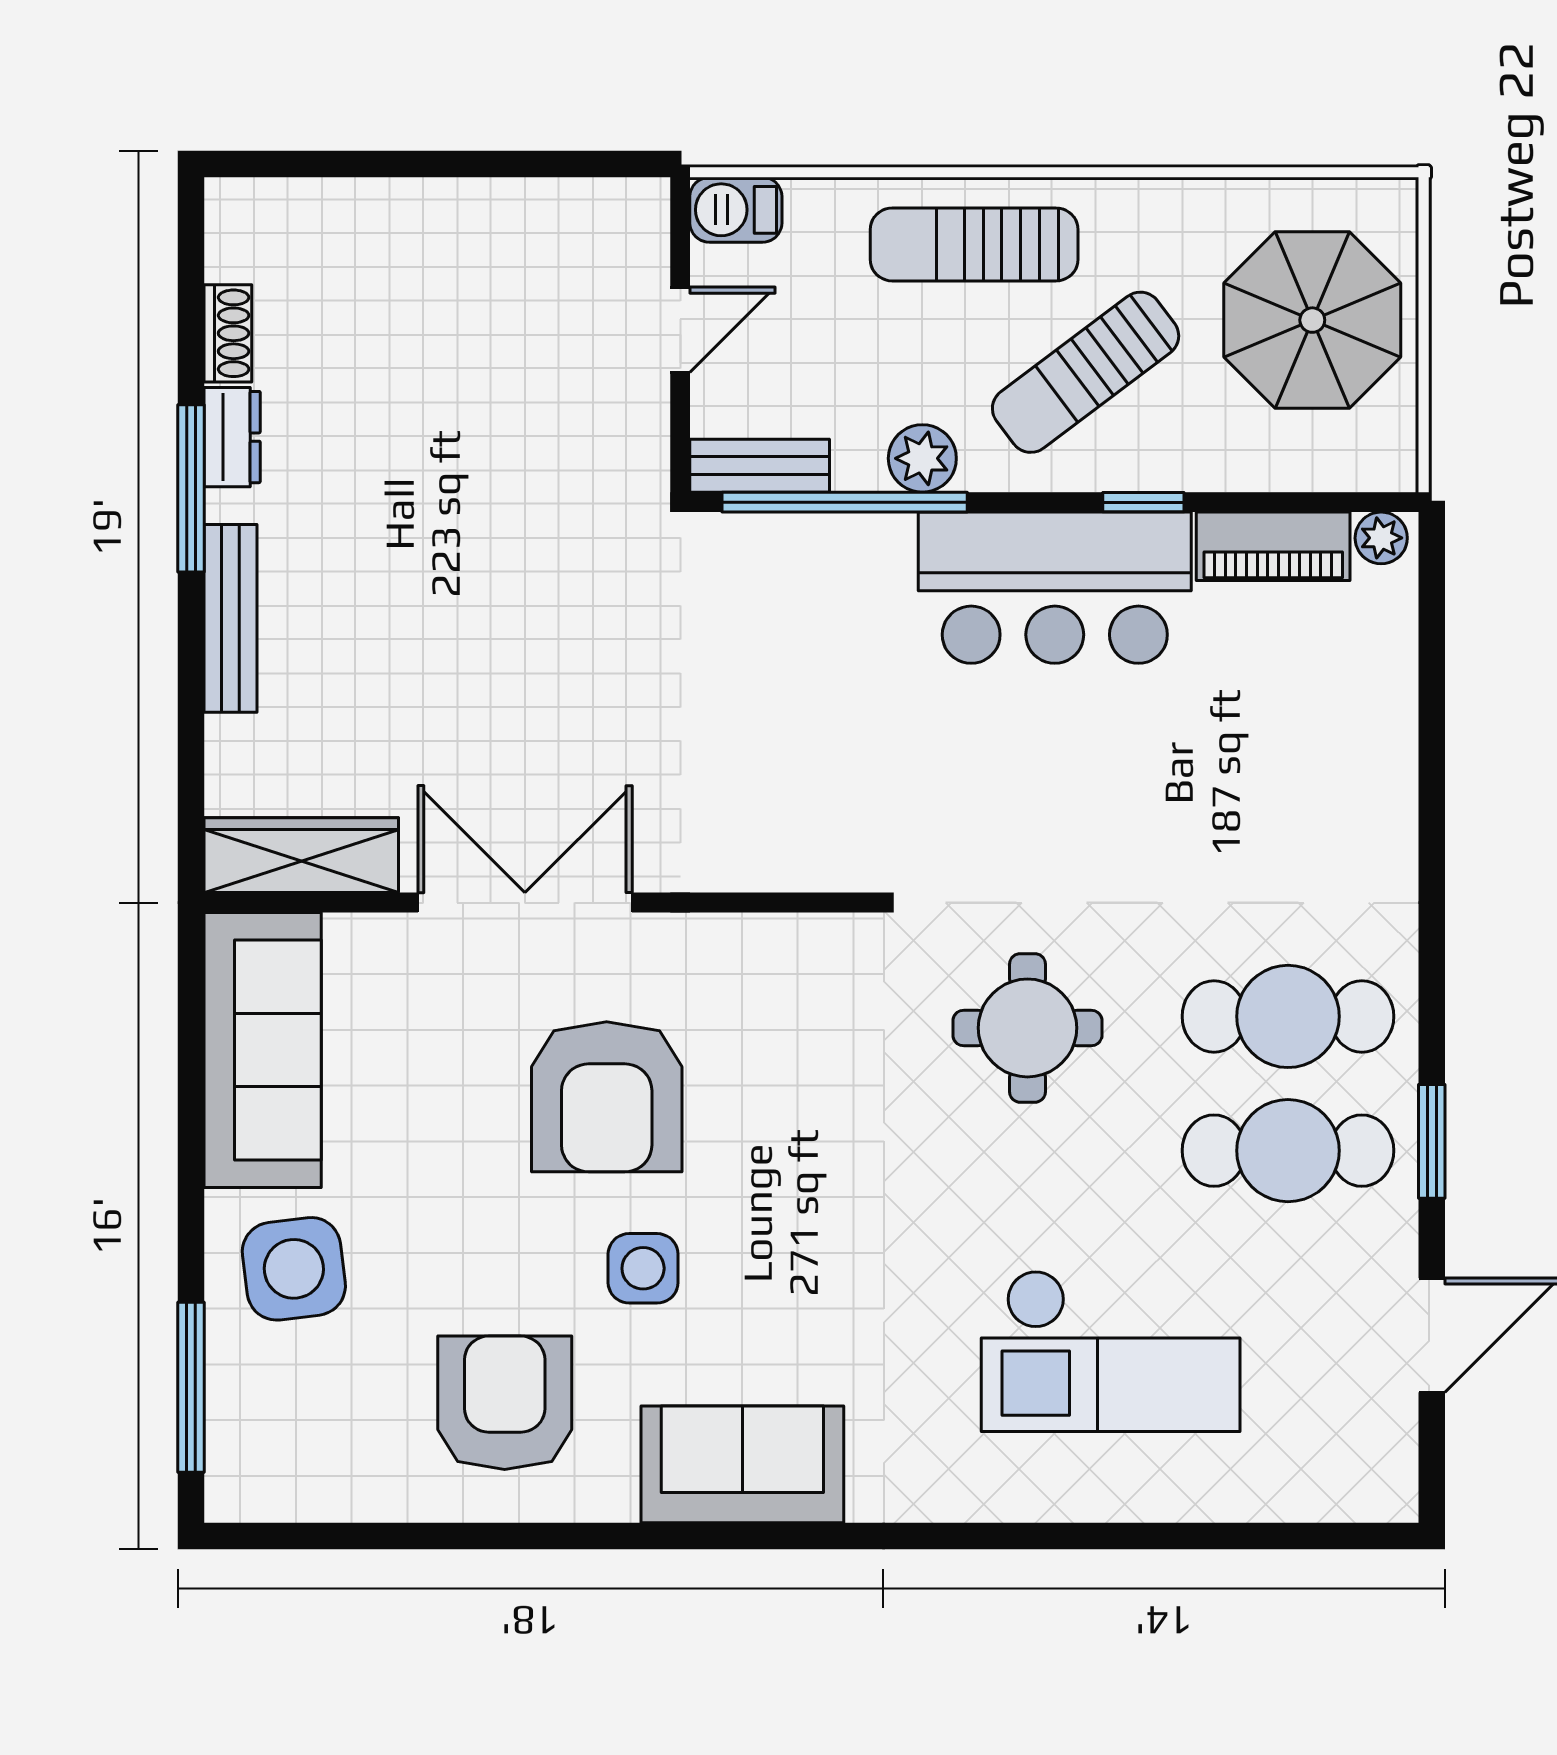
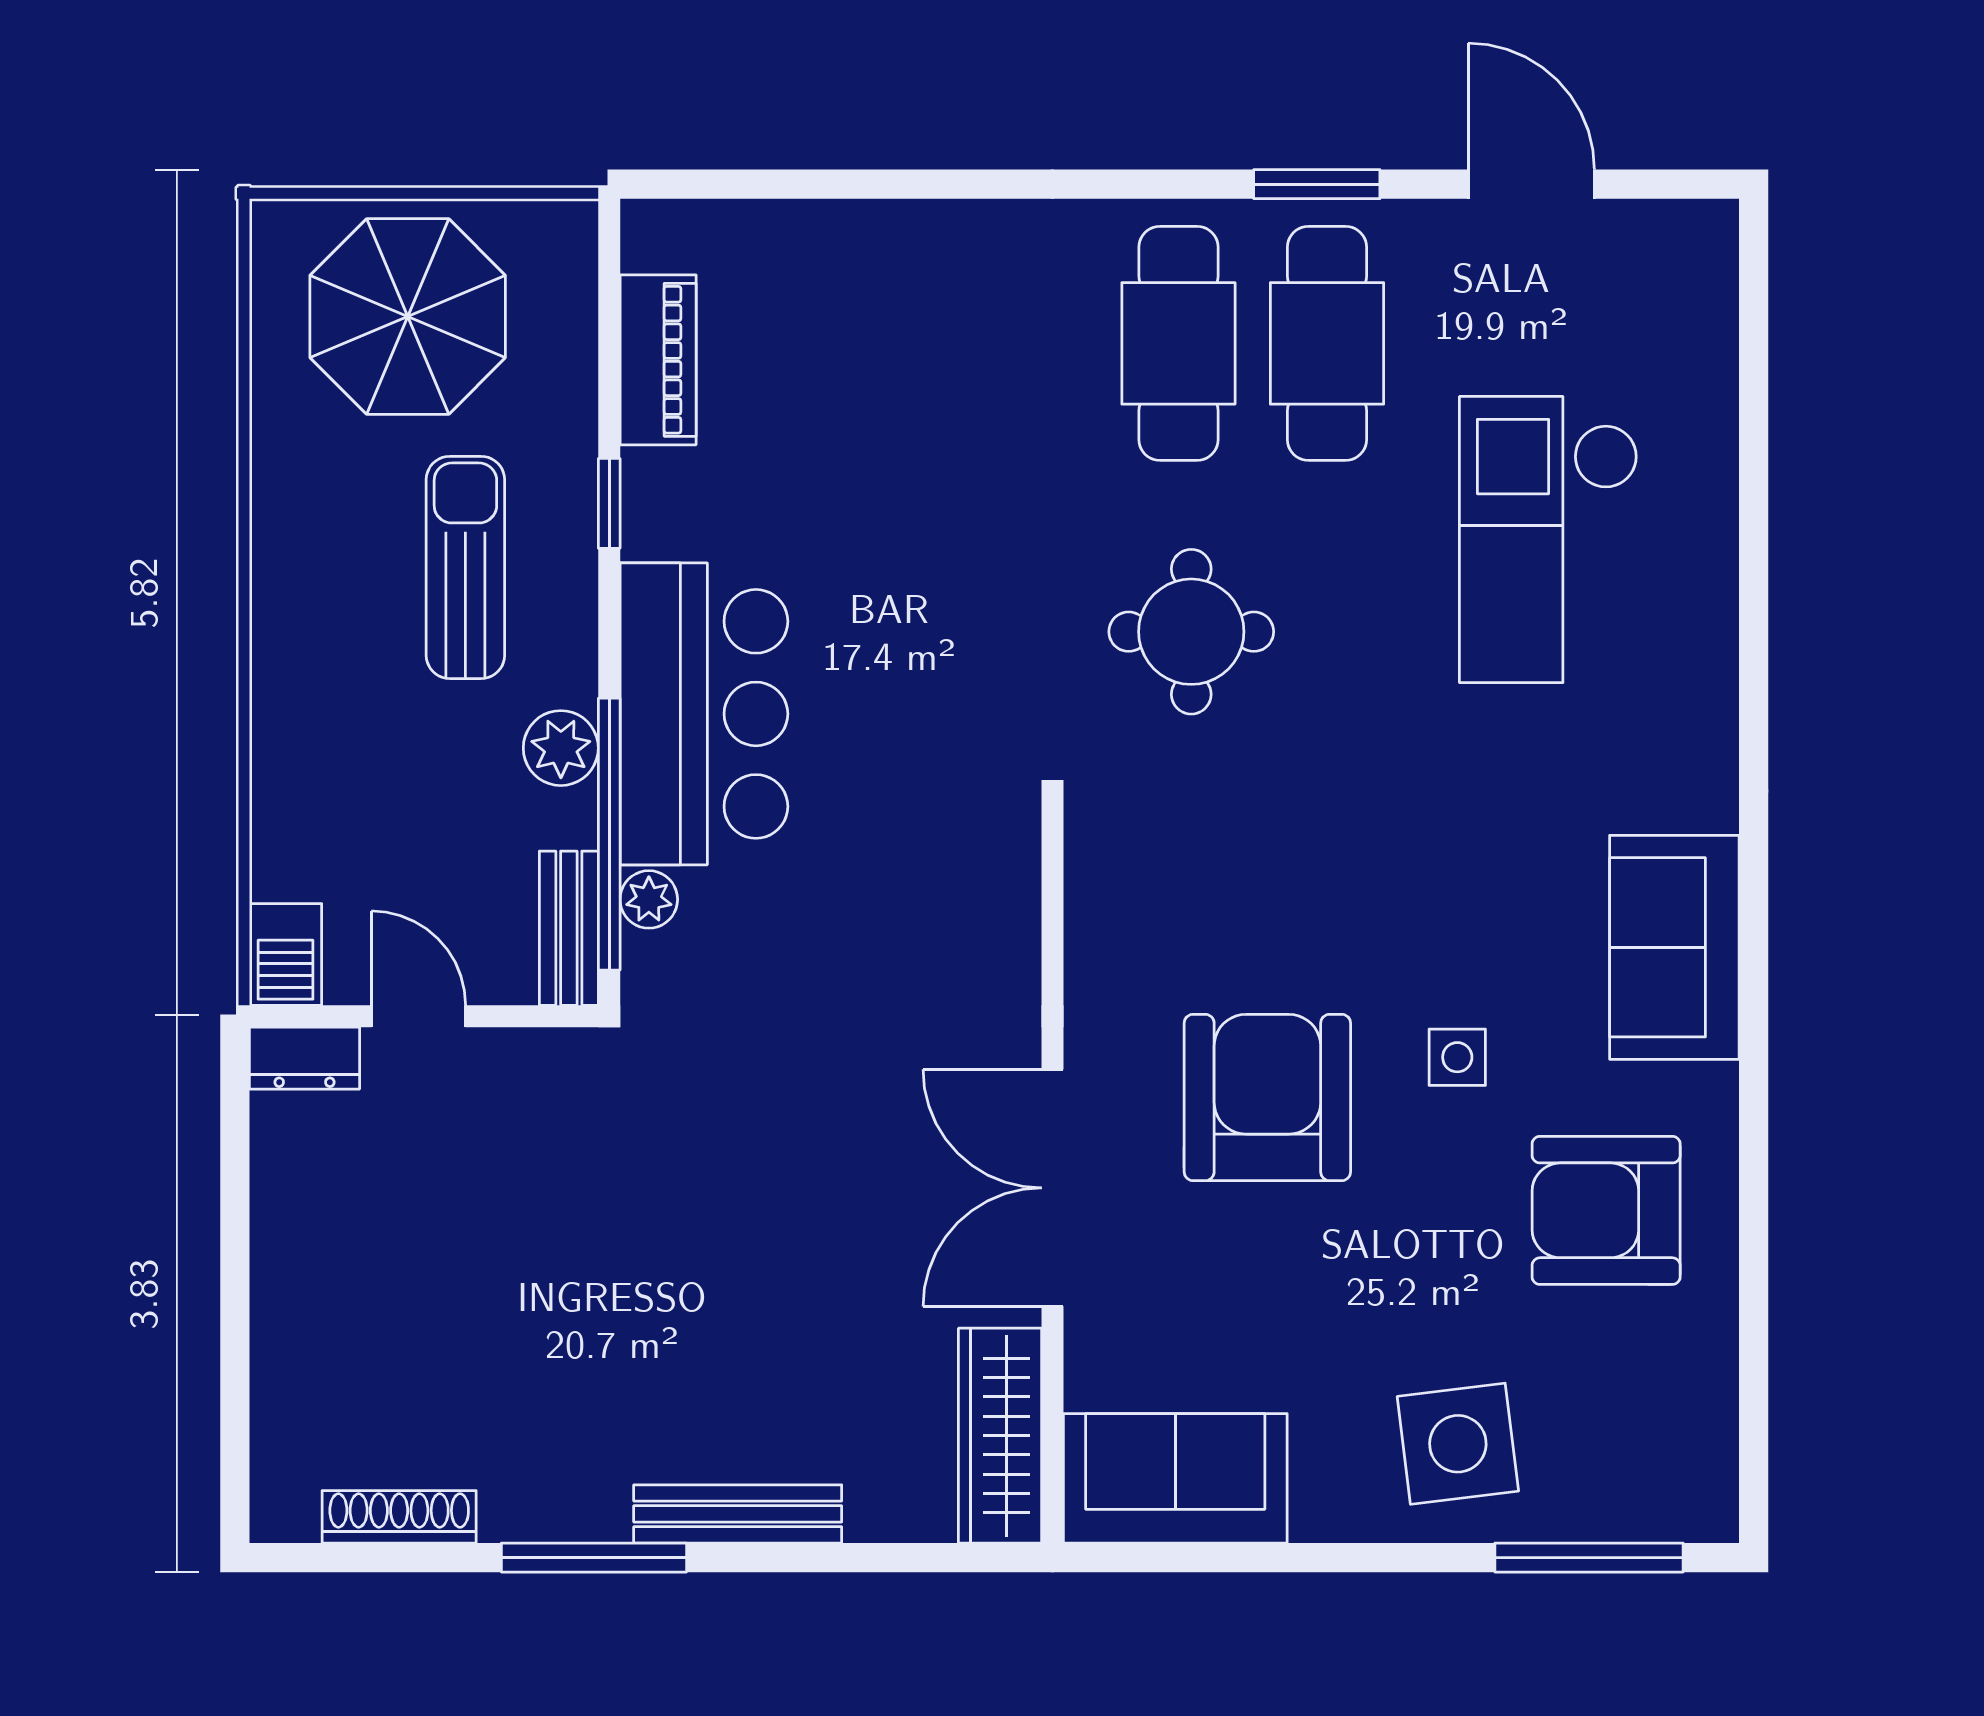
sun lounger: (974, 244) -> (324, 691), removed
shoe rack: (228, 333) -> (399, 1517), width x1.43
sun lounger: (1086, 372) -> (465, 567), turned -143
dresser: (232, 437) -> (305, 1058), moved, turned 180
plant: (1381, 538) -> (649, 899), moved
bar counter: (1055, 588) -> (704, 714), moved
sofa: (263, 1050) -> (1175, 1478), width x0.73
armchair: (607, 1097) -> (1267, 1097), turned -90
side table: (643, 1268) -> (1457, 1057), width x0.73, depth x0.73
checkout: (1111, 1351) -> (1549, 540), turned 180

